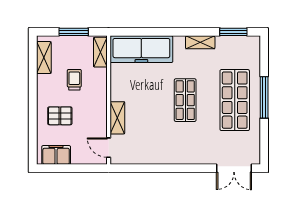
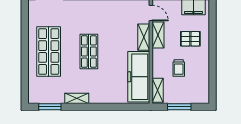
freezer: (141, 49) -> (139, 77), moved, turned -90
shelving: (44, 58) -> (158, 35), moved
window: (264, 97) -> (25, 54), removed

